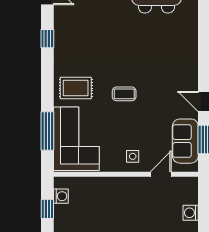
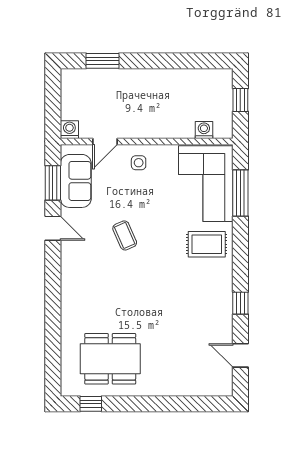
coffee table: (124, 94) -> (125, 235), moved, turned 66
washing machine: (61, 196) -> (204, 130), moved, turned 90
washing machine: (191, 213) -> (69, 130), moved, turned -90

